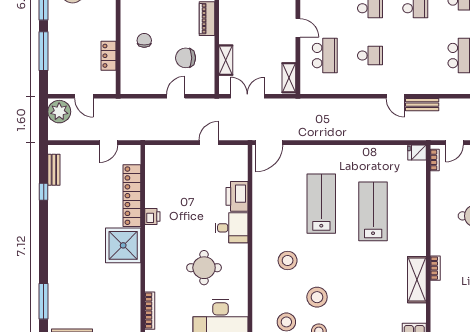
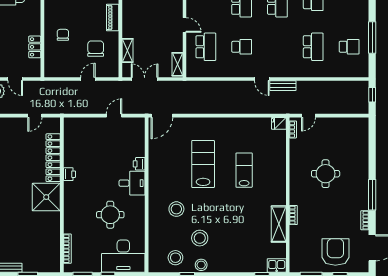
chair: (186, 58) -> (96, 49), turned 90
printer: (237, 196) -> (139, 164), width x0.53, depth x0.68
lab bench: (373, 211) -> (244, 170), width x0.73, depth x0.72

